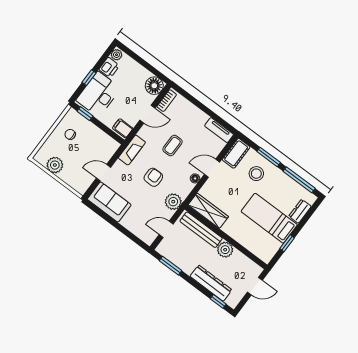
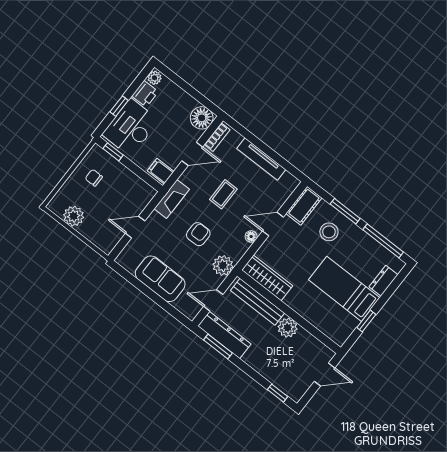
tv unit: (219, 130) -> (261, 159), moved, width x1.41
sofa: (109, 202) -> (160, 279), moved
dresser: (211, 283) -> (224, 335), moved

